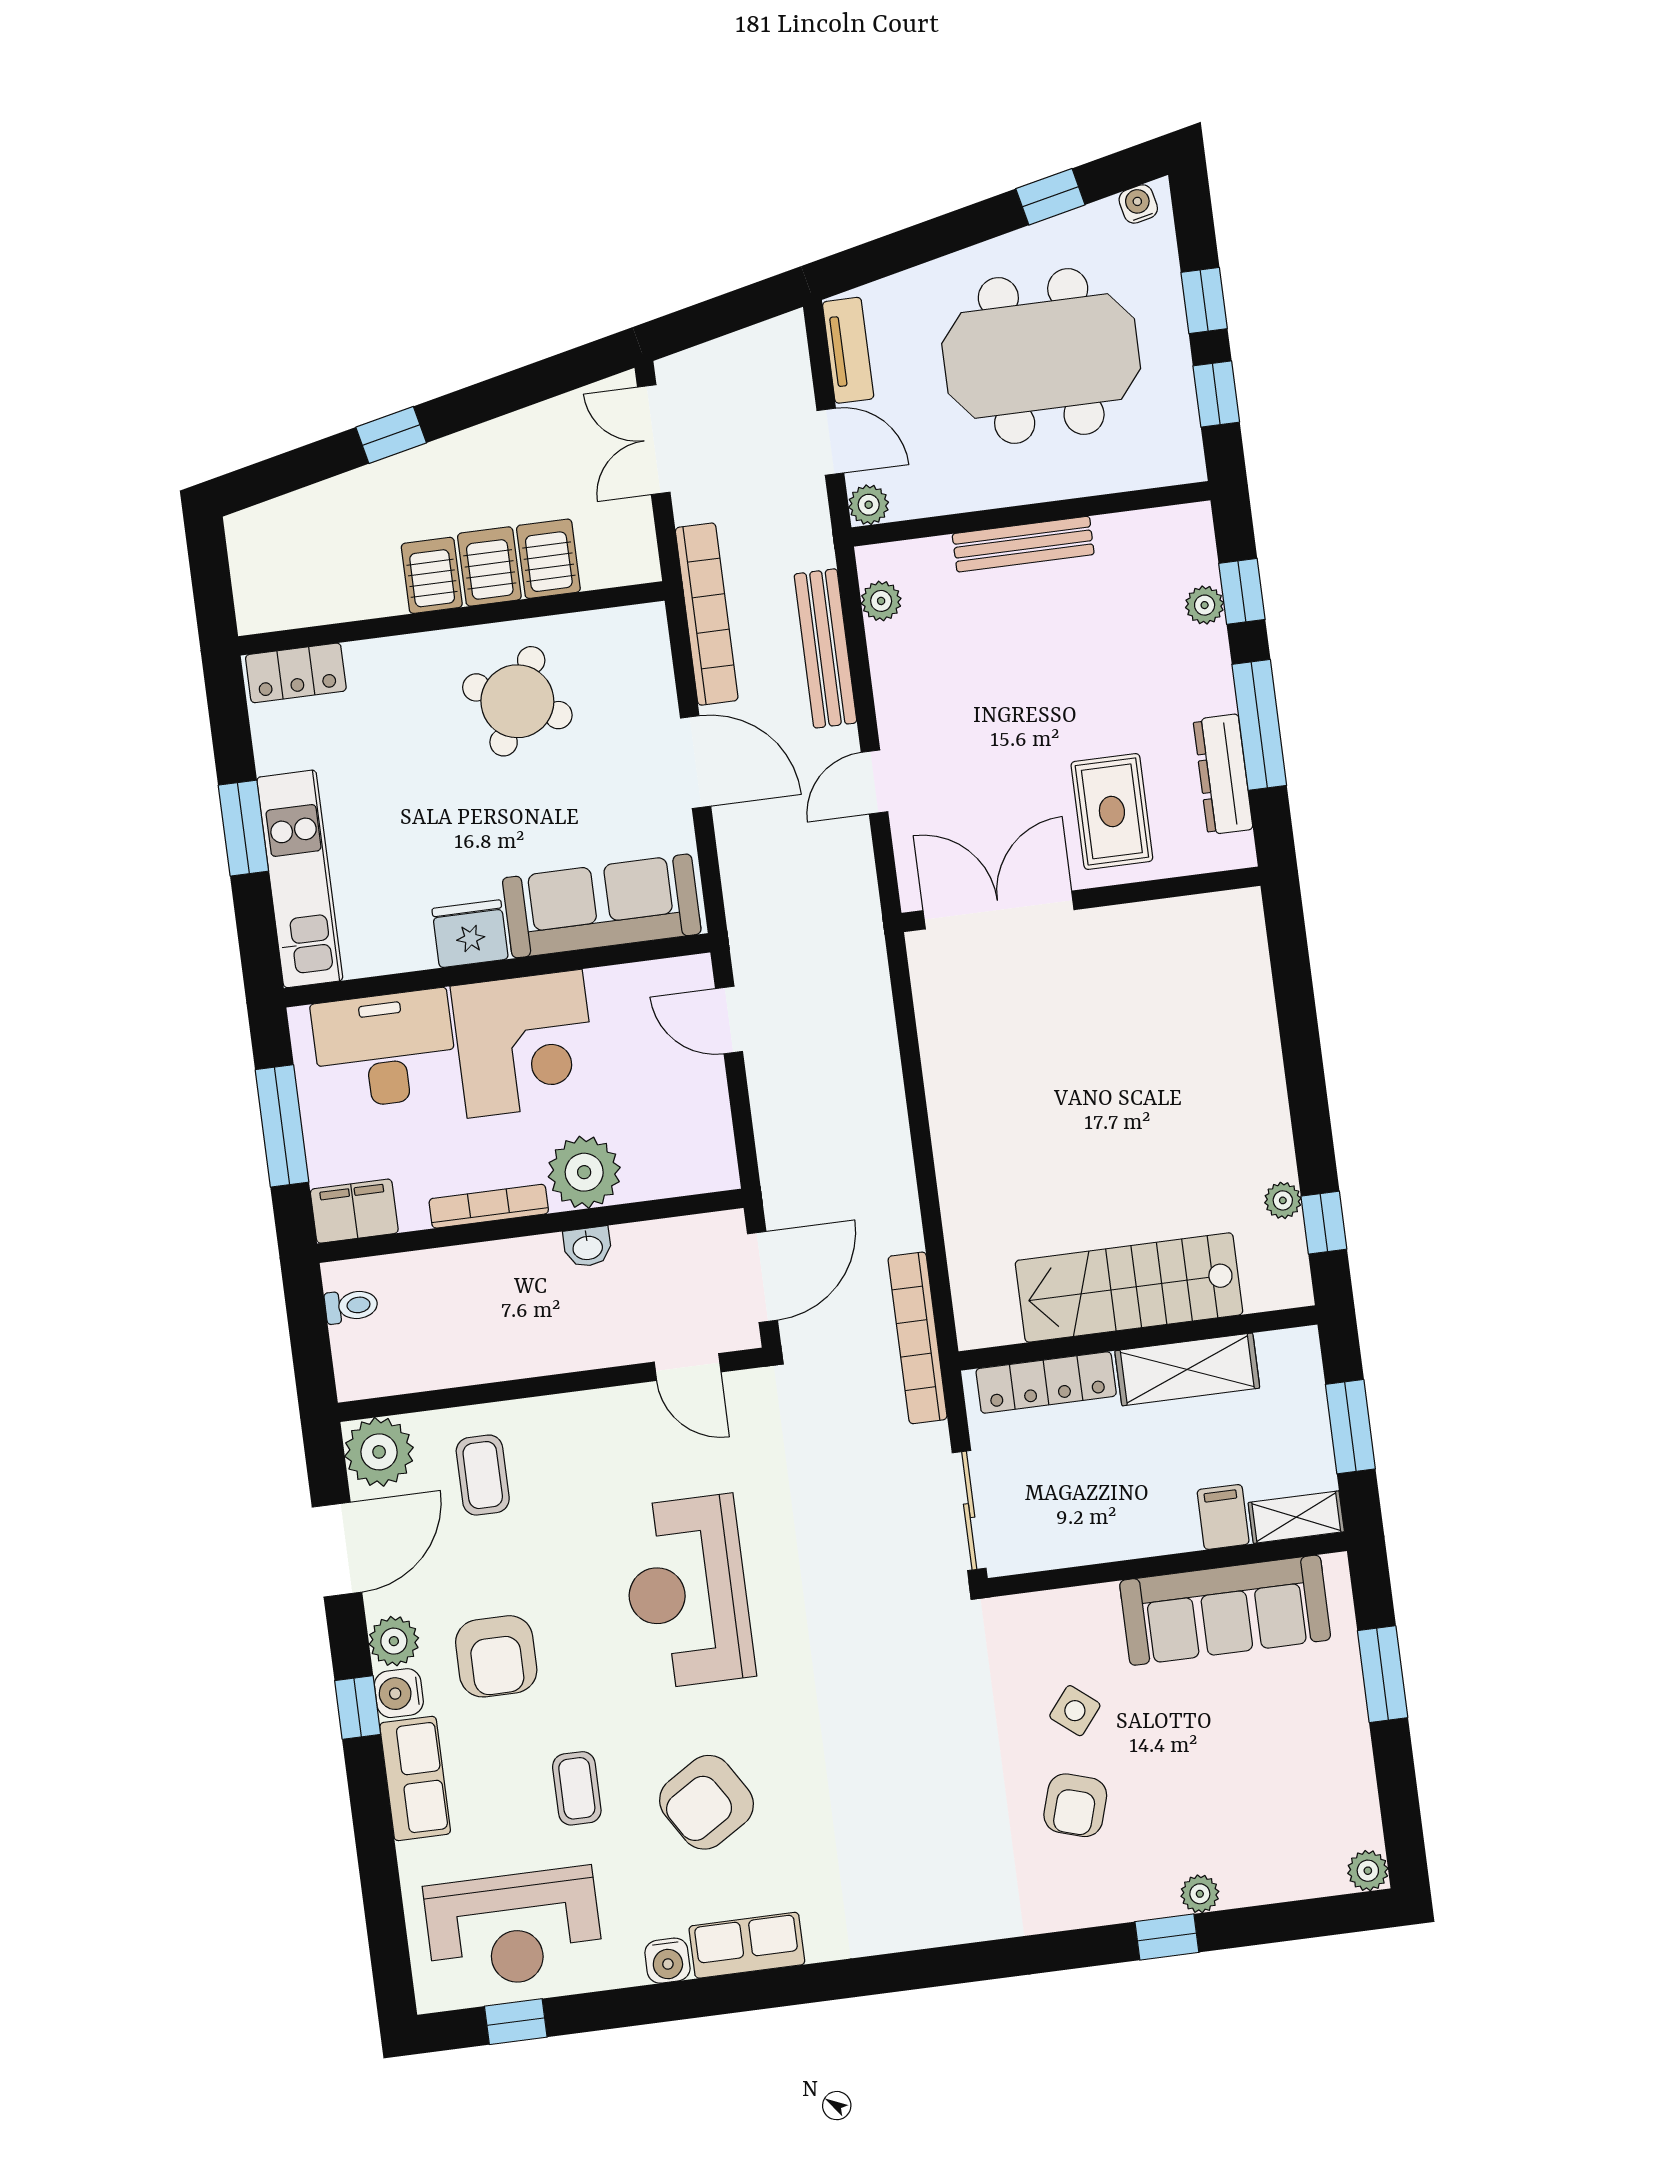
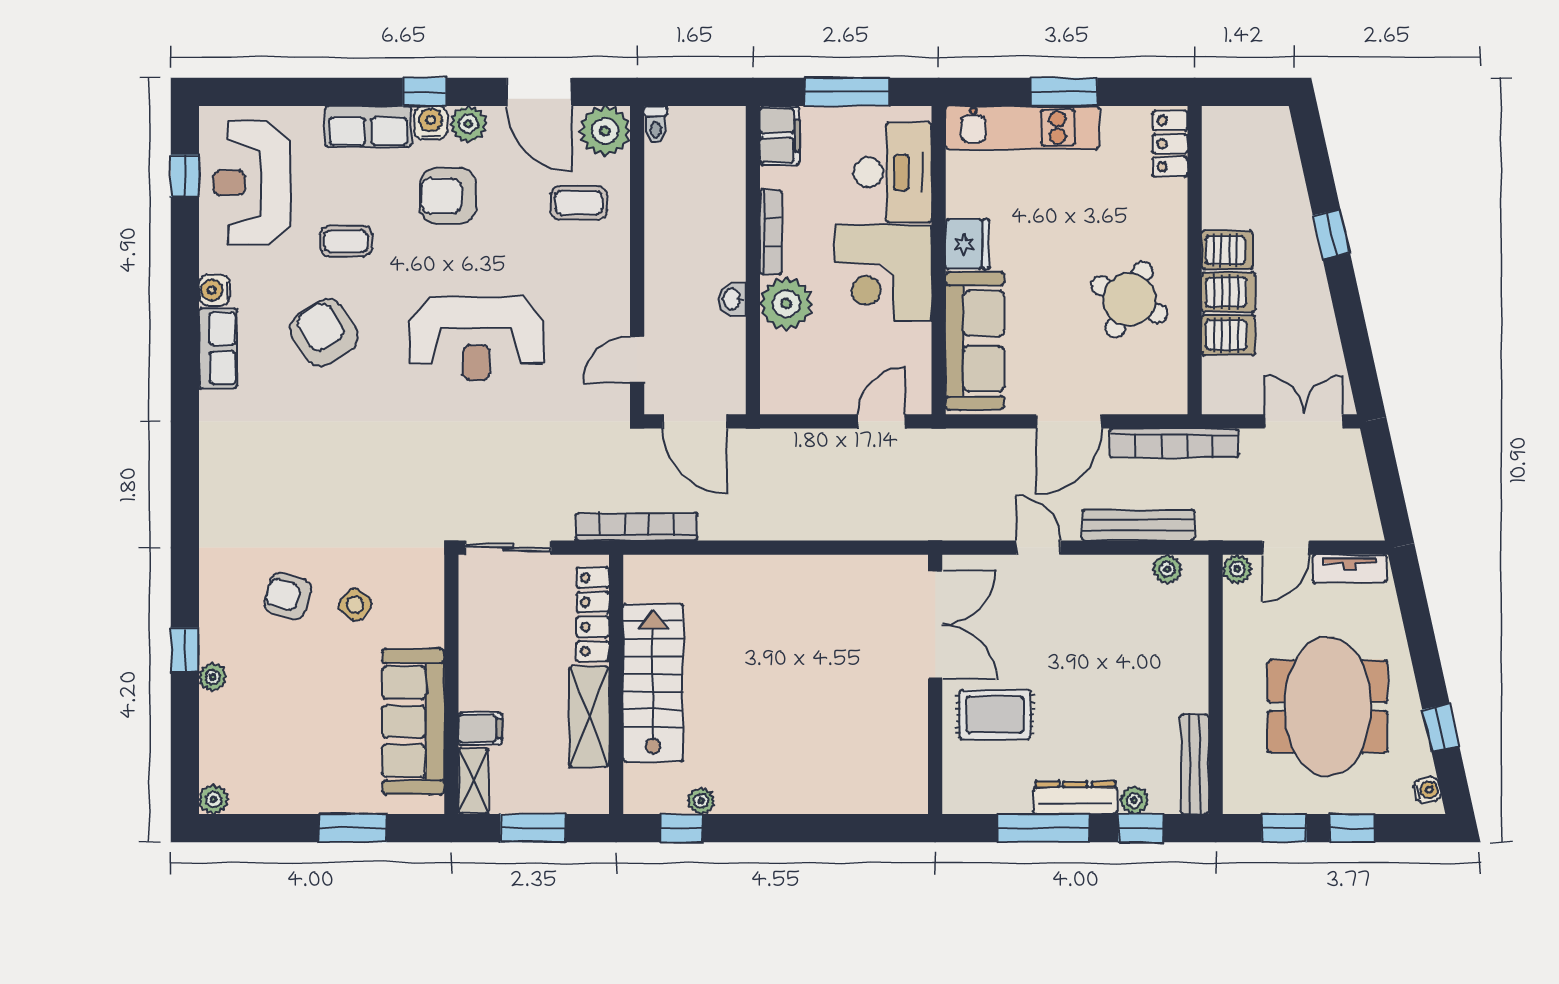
bench: (1023, 544) -> (1195, 764), moved
dresser: (1223, 774) -> (1075, 798), moved
toilet: (351, 1306) -> (656, 125), moved
reception desk: (687, 1592) -> (476, 338), turned 180

